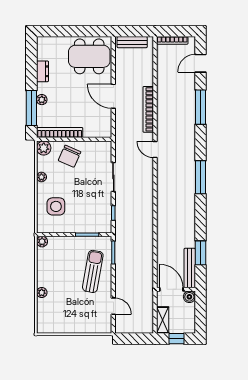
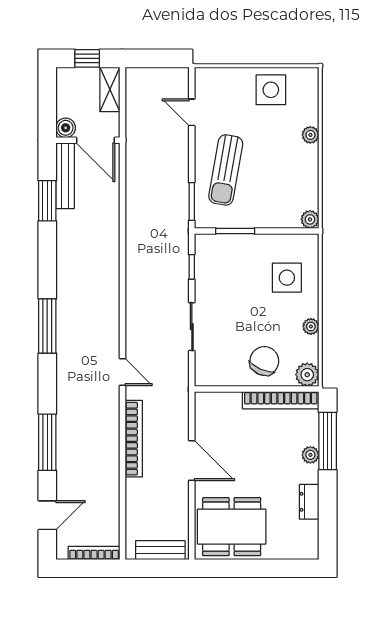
side table: (66, 320) -> (271, 90), added

